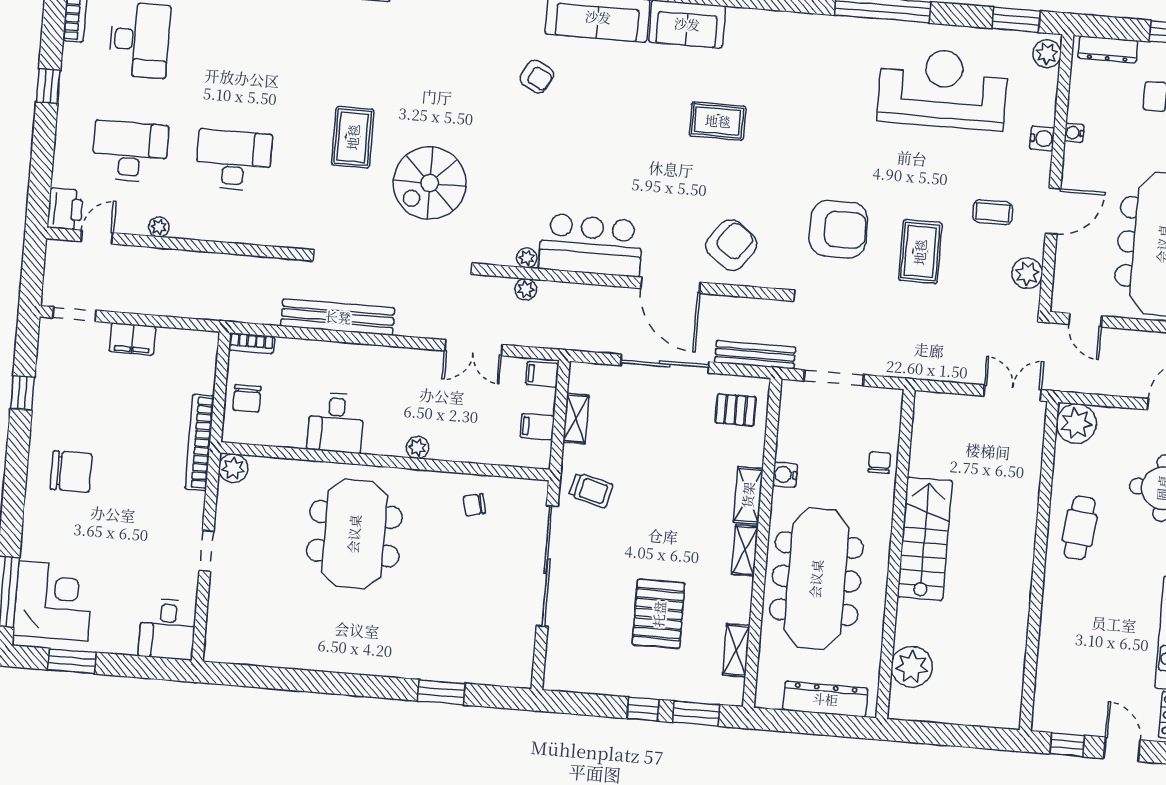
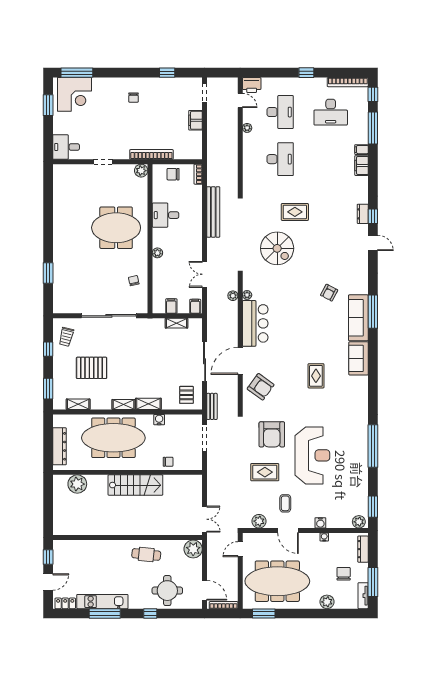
reception desk: (943, 88) -> (312, 455), moved
spiral stairs: (430, 183) -> (277, 248), turned 180
bench: (755, 355) -> (212, 406), width x0.73
chair: (71, 471) -> (133, 98), width x0.54, depth x0.54
trolley: (591, 490) -> (66, 337), moved
window: (643, 709) -> (48, 349), moved

